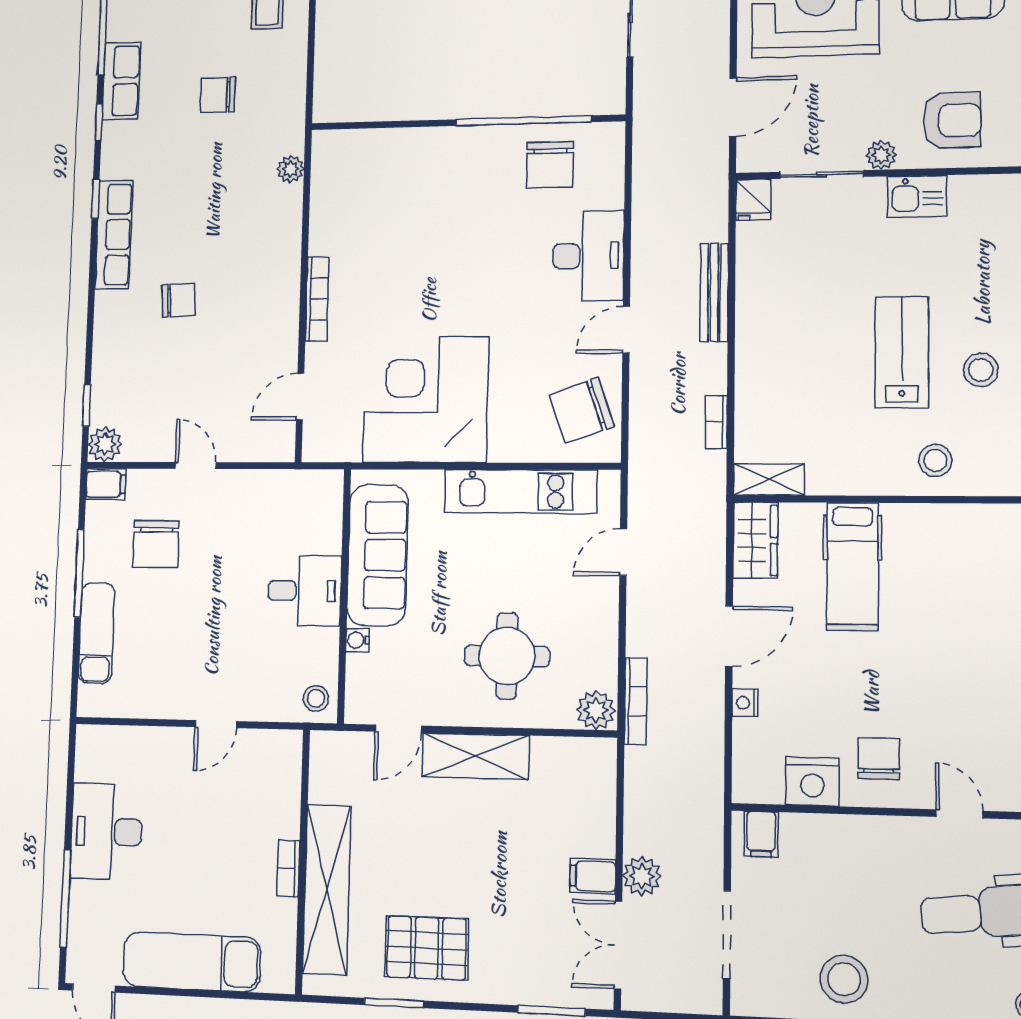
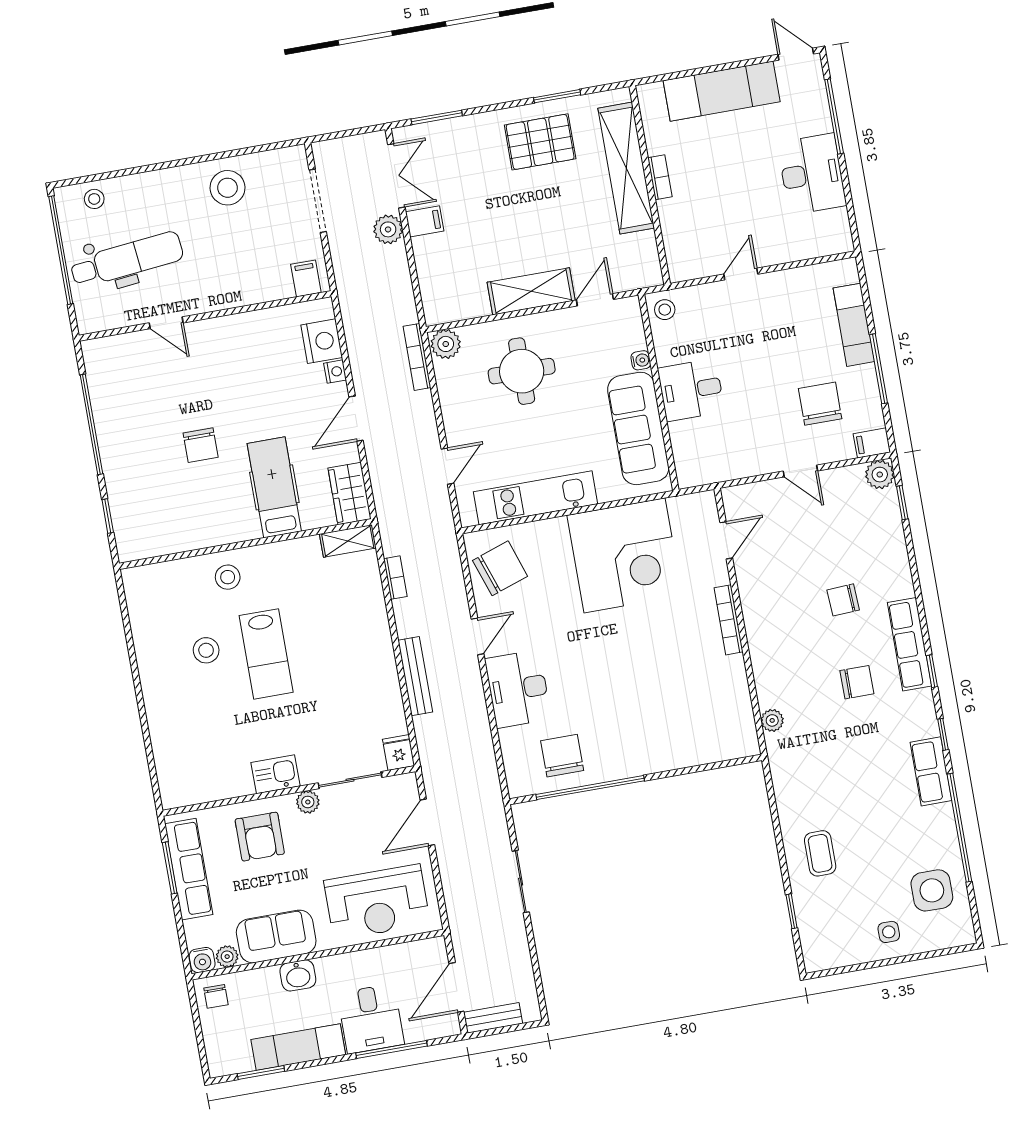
chair: (218, 95) -> (857, 682), moved
armchair: (952, 120) -> (260, 837), turned -90
chair: (879, 758) -> (201, 445), moved
nightstand: (812, 782) -> (322, 341), moved, turned 90

